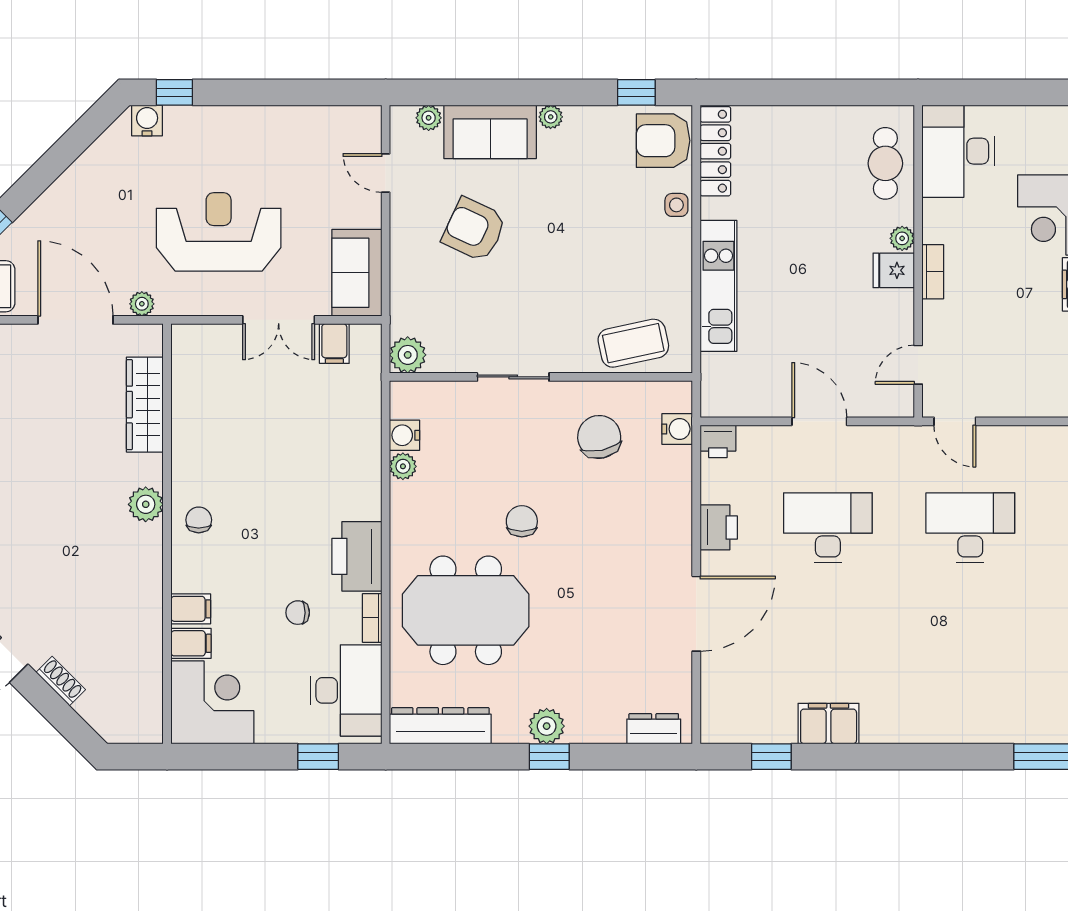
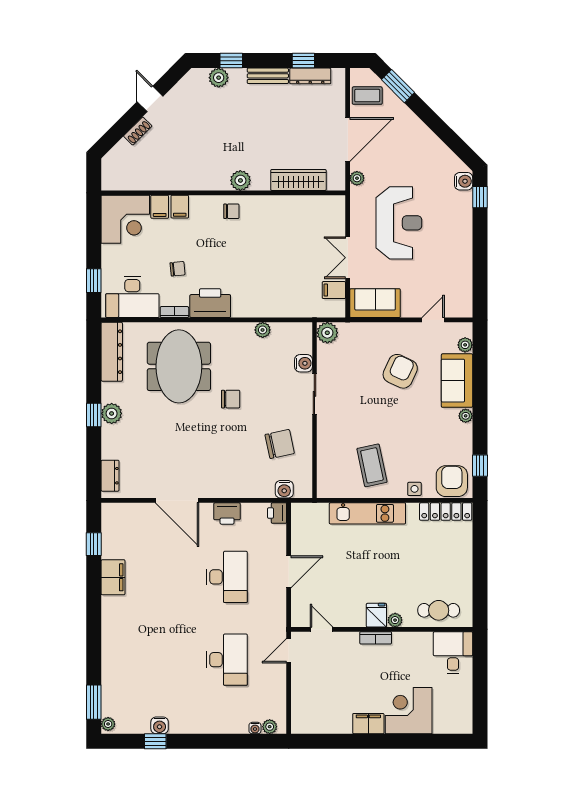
desk: (958, 151) -> (453, 653), width x0.73
coffee table: (633, 343) -> (372, 465), moved
water cooler: (405, 435) -> (304, 363), moved, turned 90
chair: (298, 613) -> (178, 269), turned 84

